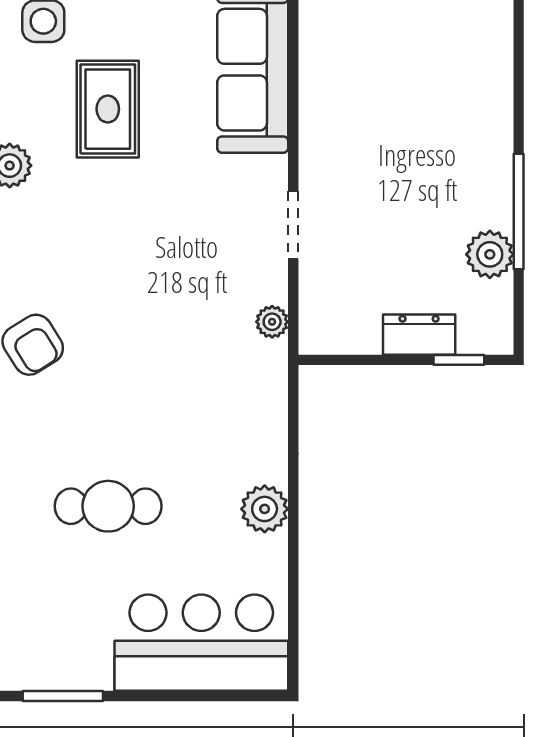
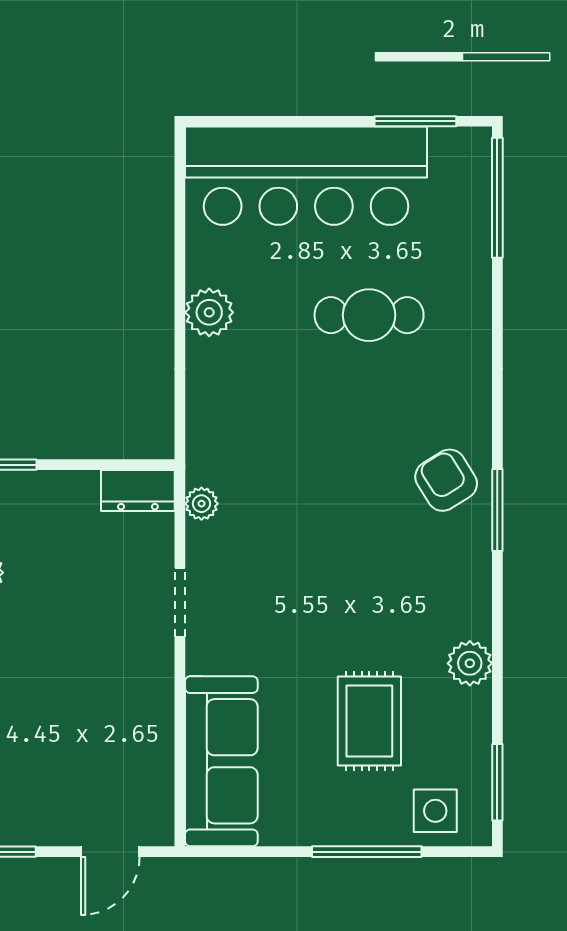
dresser: (419, 335) -> (138, 491), moved
bar counter: (201, 643) -> (306, 176), width x1.36

